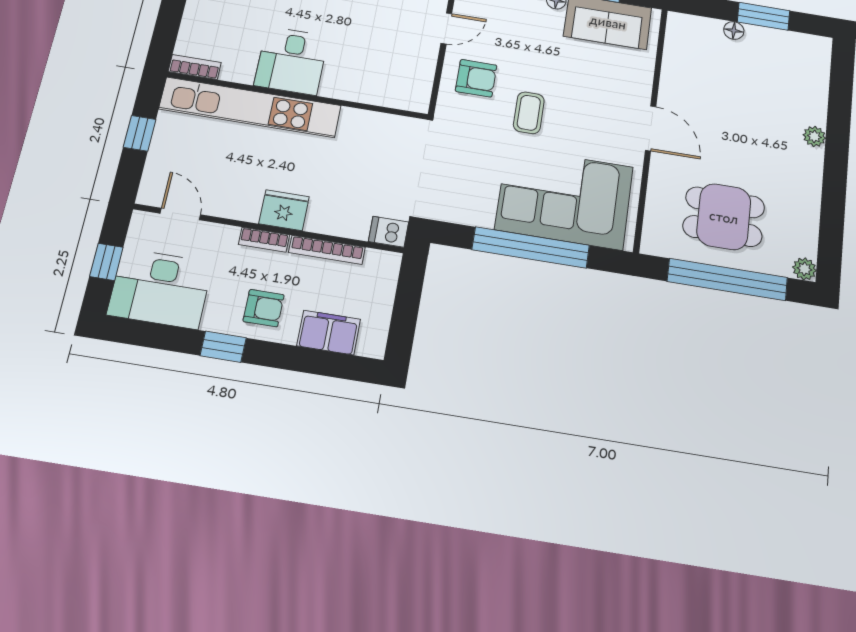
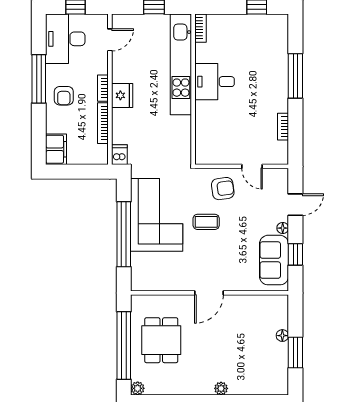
armchair: (476, 78) -> (223, 189), turned -98
corner sofa: (564, 198) -> (157, 215), moved
filing cabinet: (329, 333) -> (56, 149), moved
window: (223, 347) -> (39, 79), width x2.17

